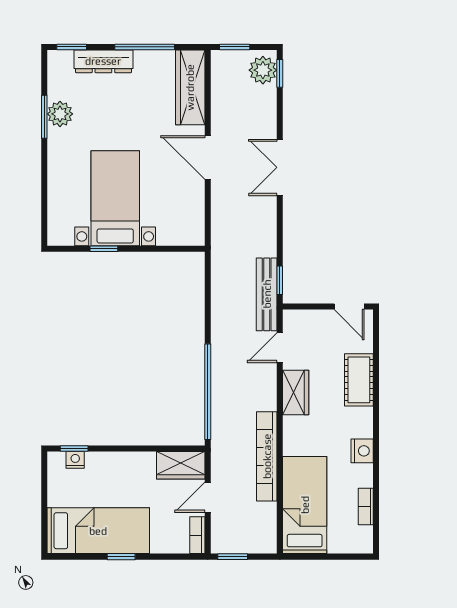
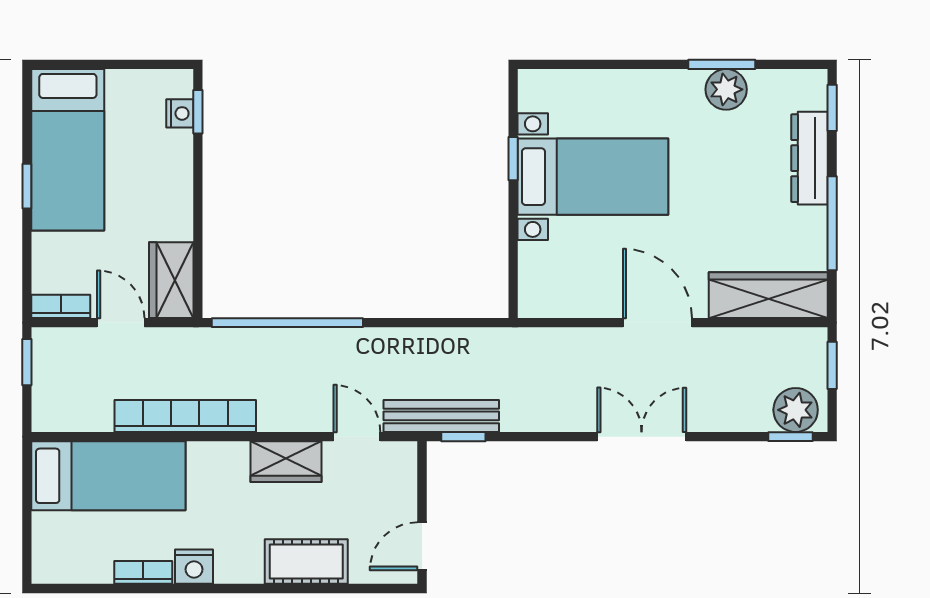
door: (208, 158) -> (657, 323), hinge flipped
bookcase: (366, 506) -> (143, 572), moved

